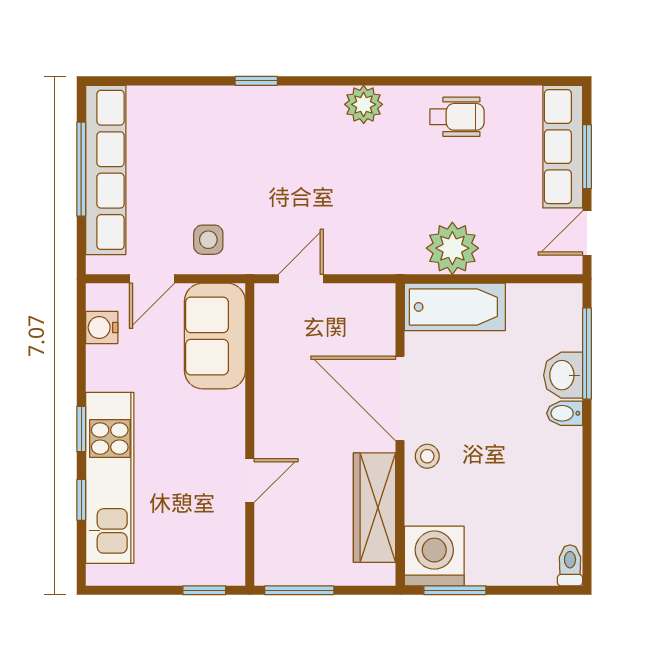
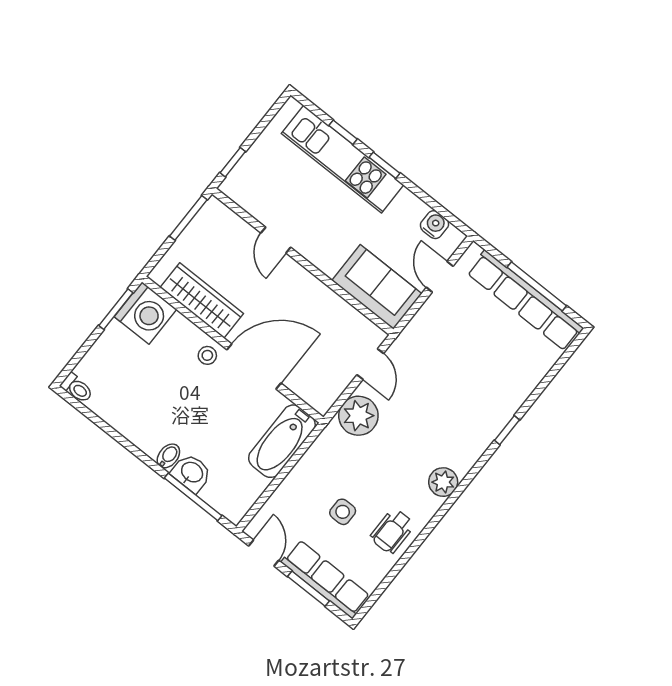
side table: (208, 240) -> (343, 512), moved
plant: (452, 248) -> (358, 416), moved

